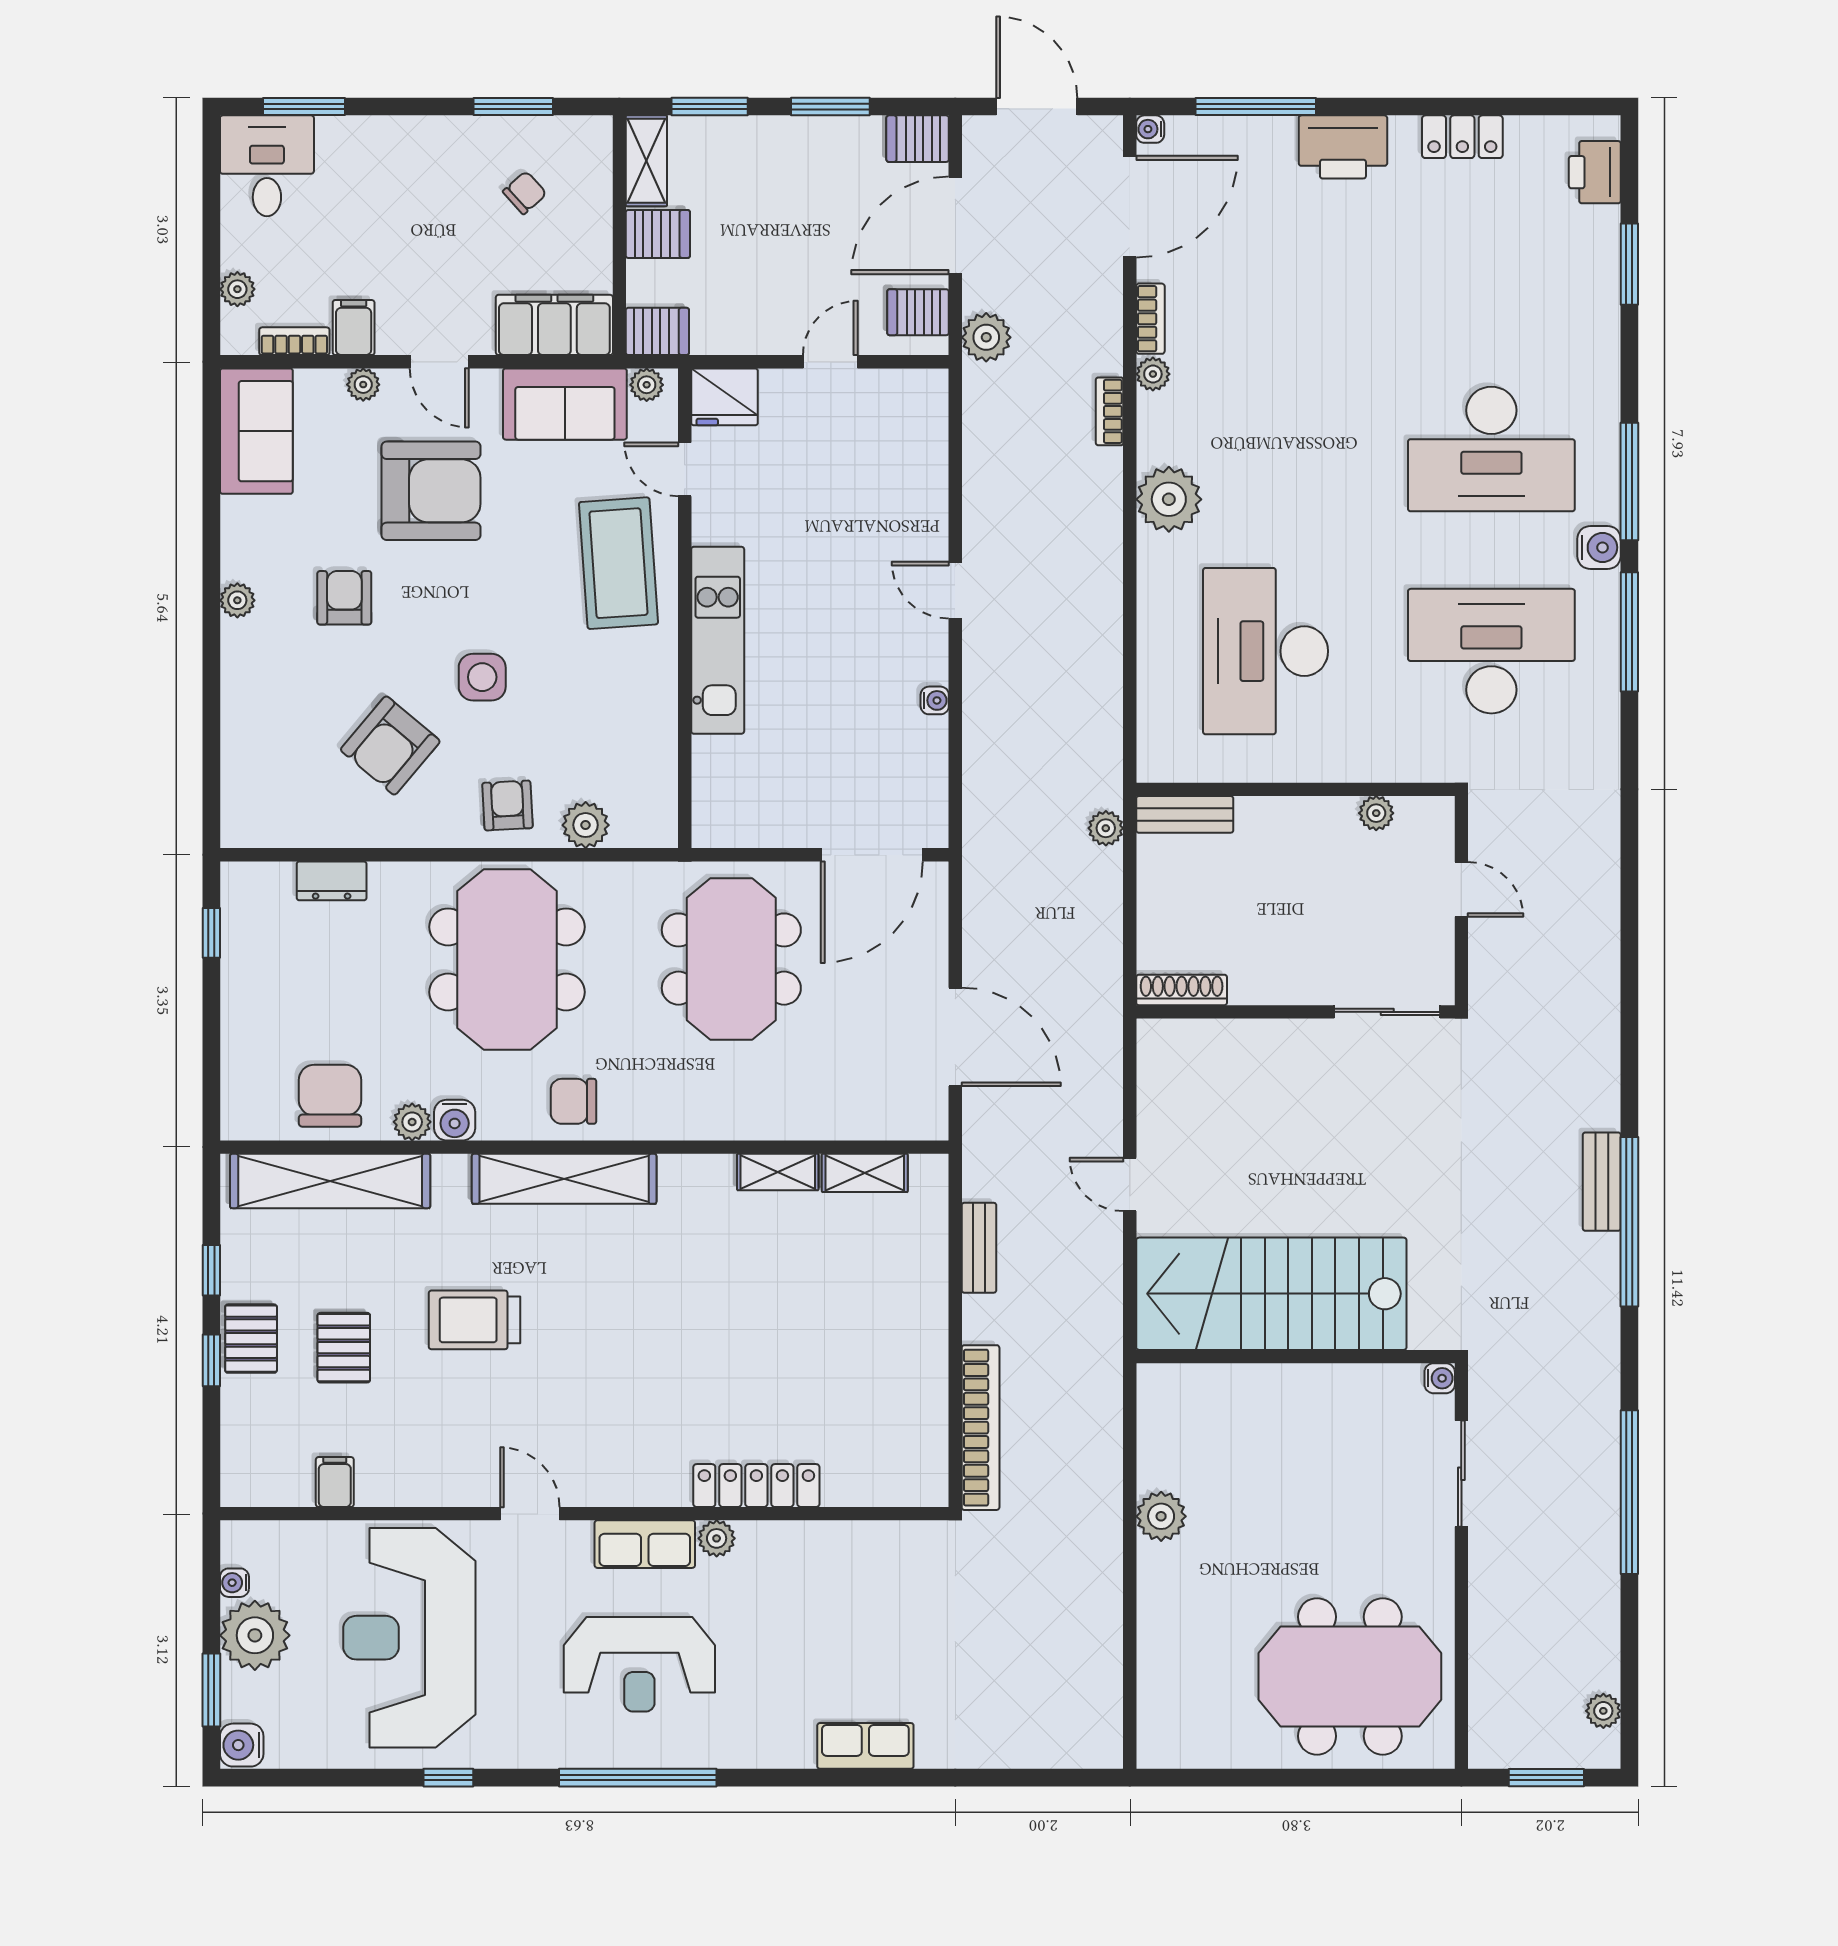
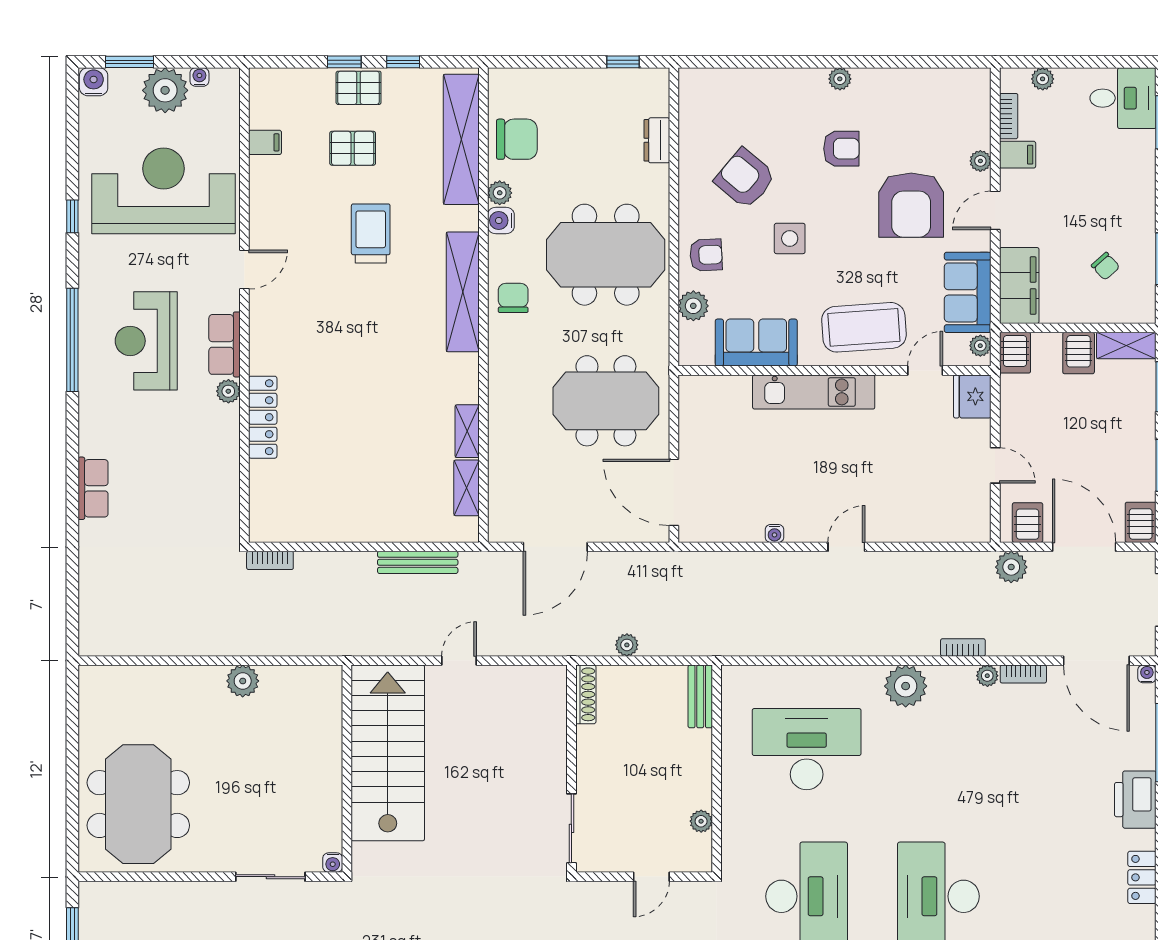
sofa: (256, 431) -> (756, 343), moved, turned 180
plant: (1106, 828) -> (627, 645), moved
bench: (979, 1248) -> (418, 562), width x1.36
bookcase: (981, 1428) -> (270, 560), width x0.43, depth x0.76

